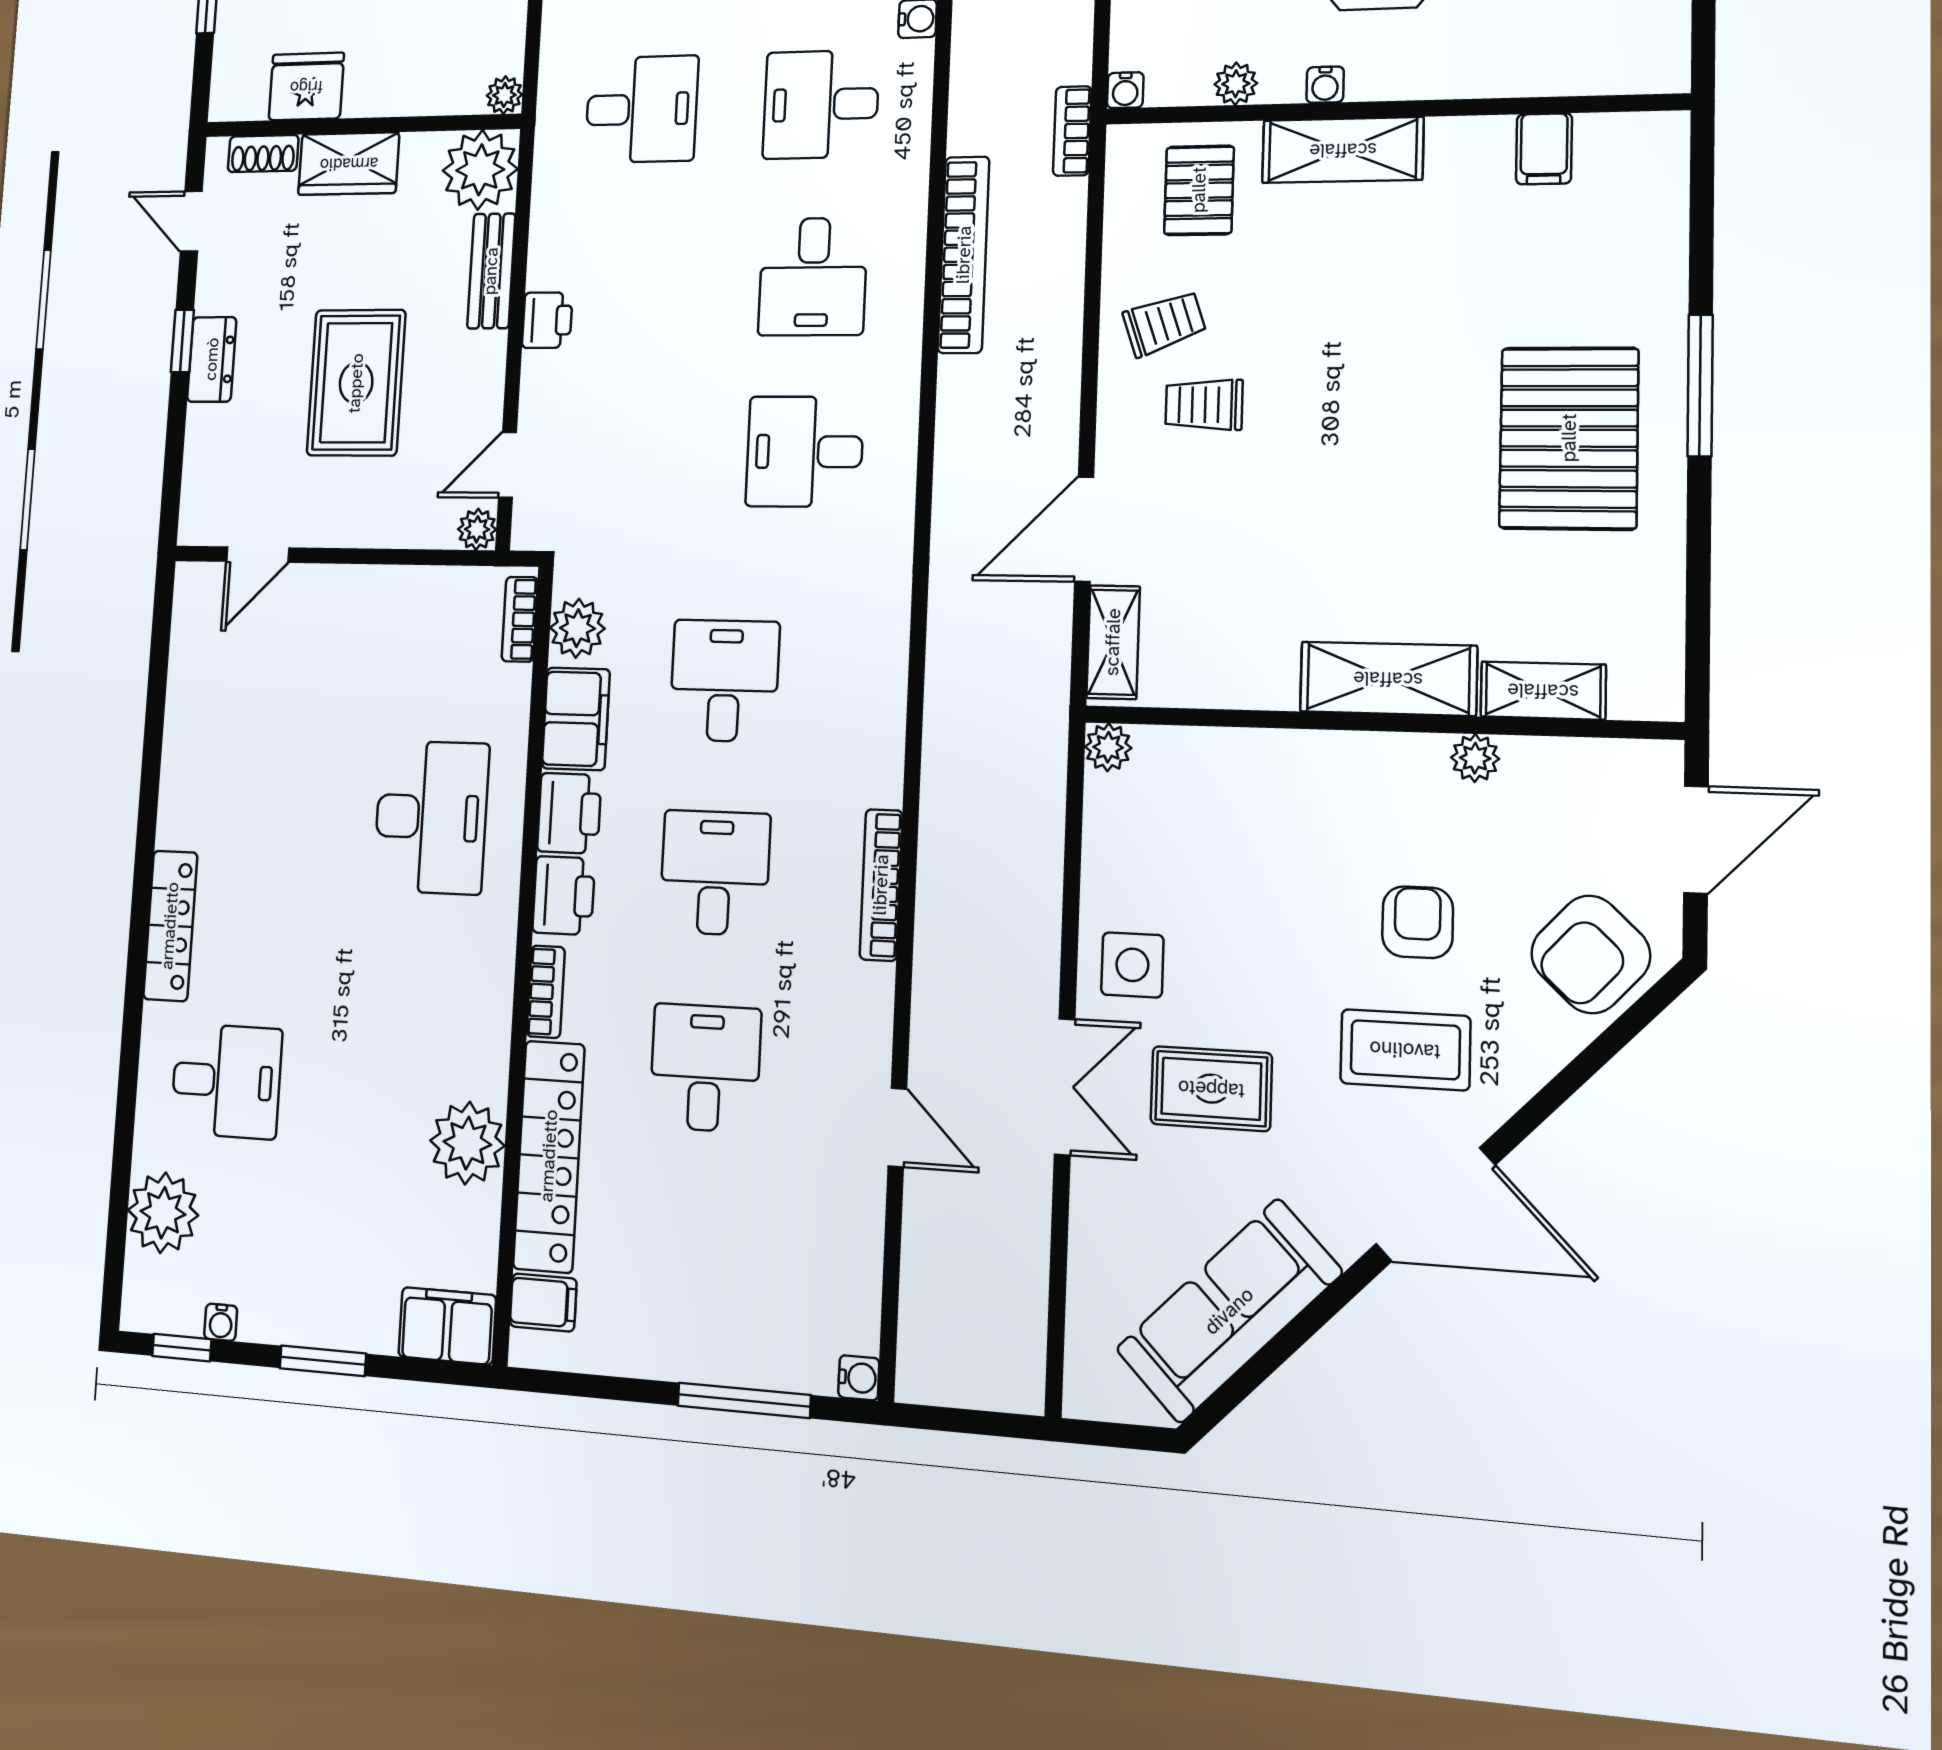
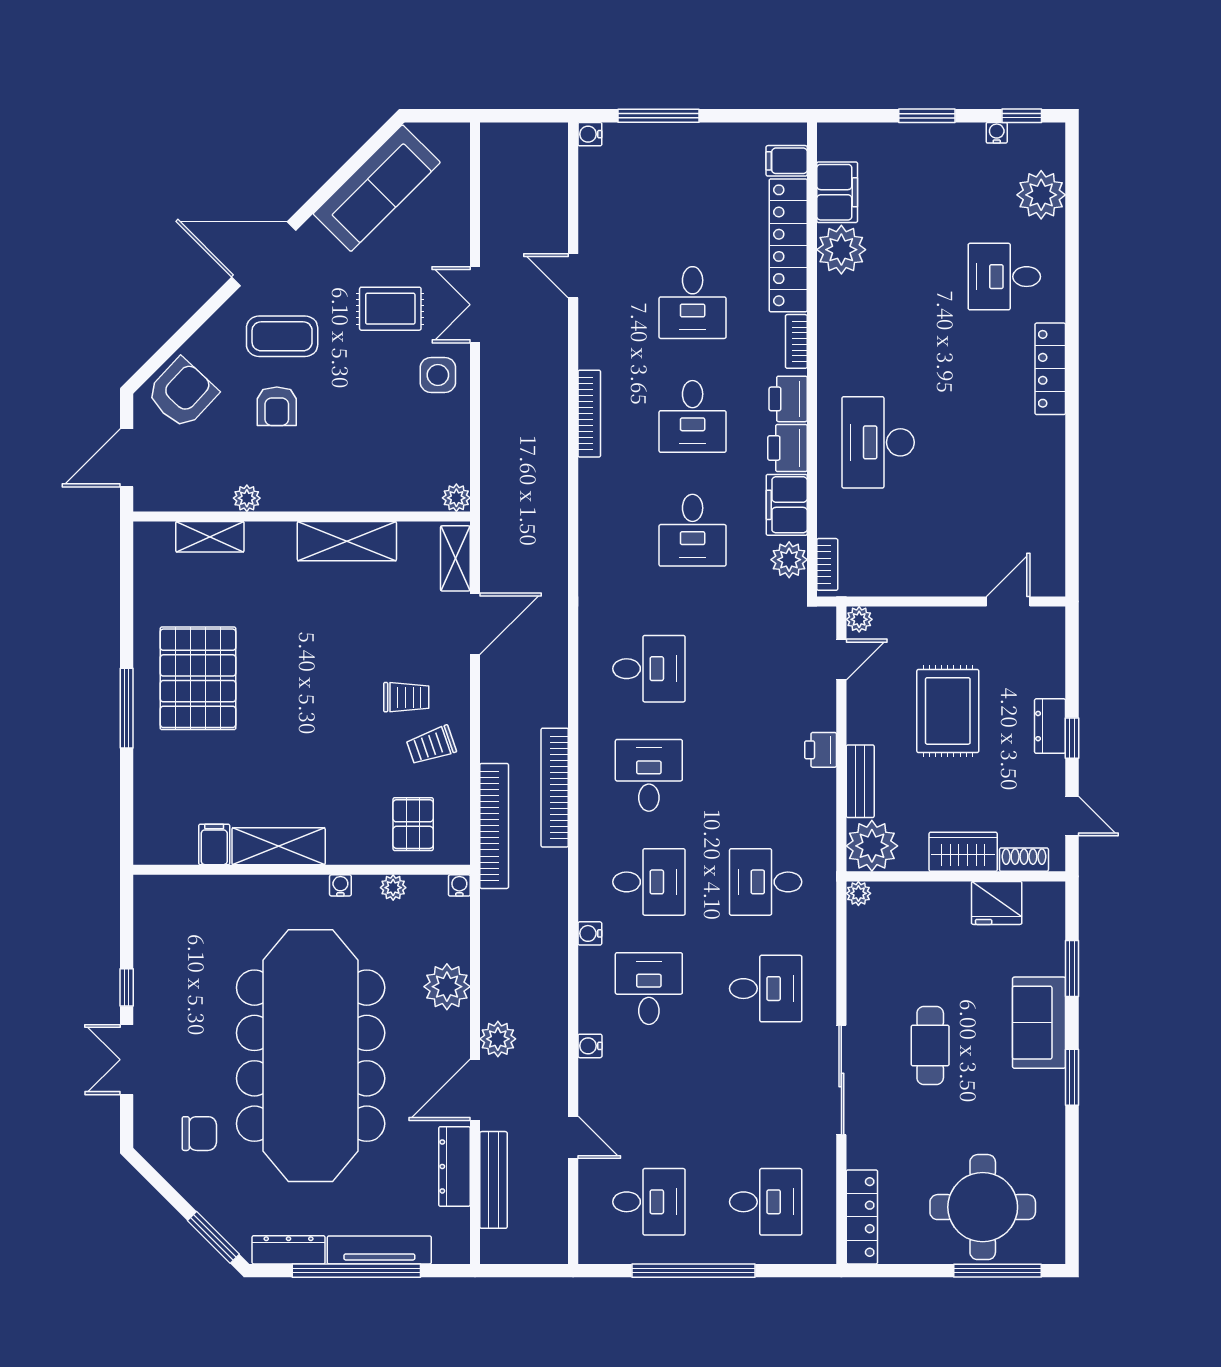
bookcase: (1072, 131) -> (494, 826), width x2.31, depth x1.31
shelving: (1343, 150) -> (279, 846), moved
shelving: (1388, 679) -> (347, 541), moved
filing cabinet: (447, 1326) -> (837, 192), moved, turned -90

